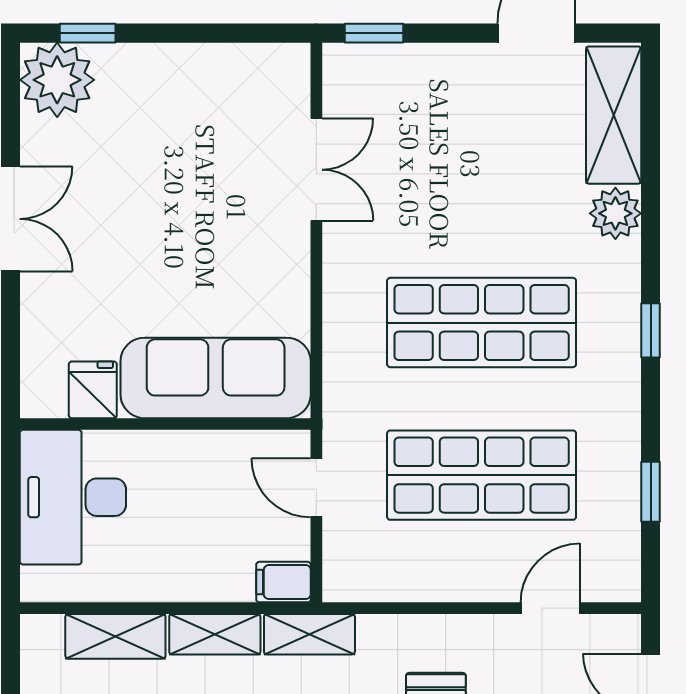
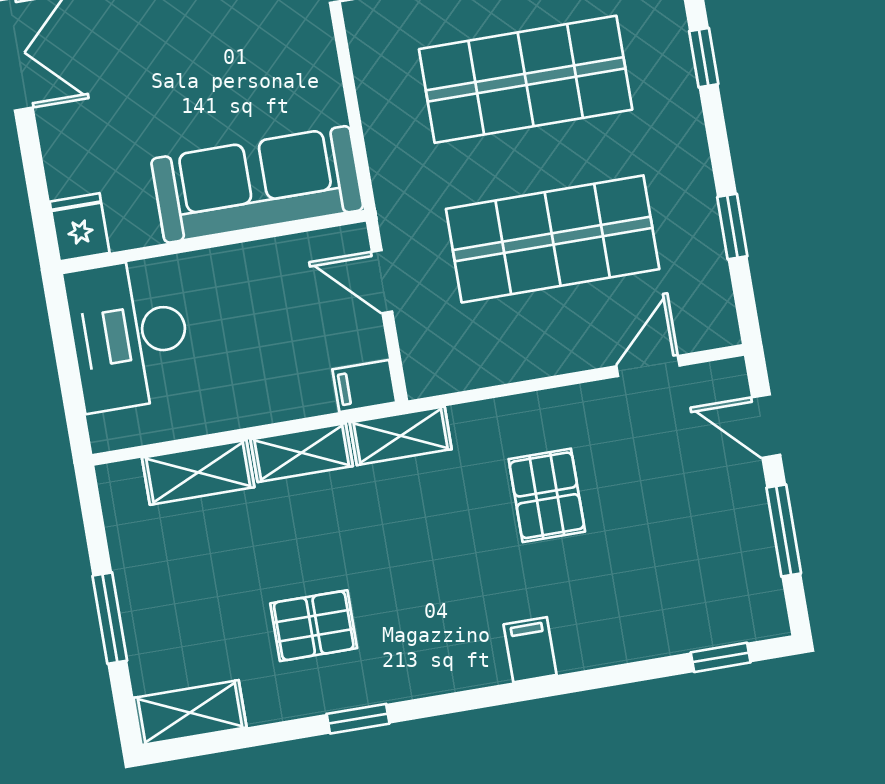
fridge: (93, 390) -> (80, 227), moved

